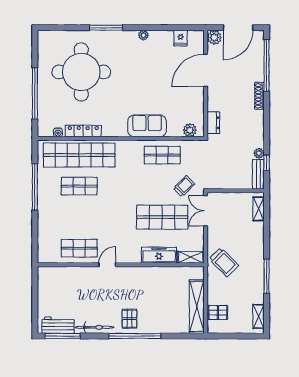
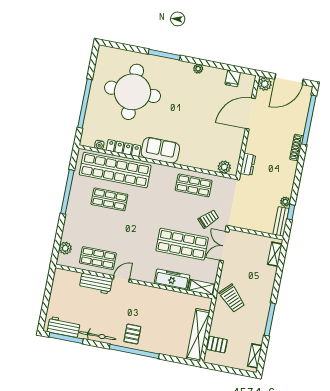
sofa: (147, 126) -> (160, 150), moved
plant: (44, 245) -> (65, 248), added
workbench: (82, 275) -> (96, 284), added

